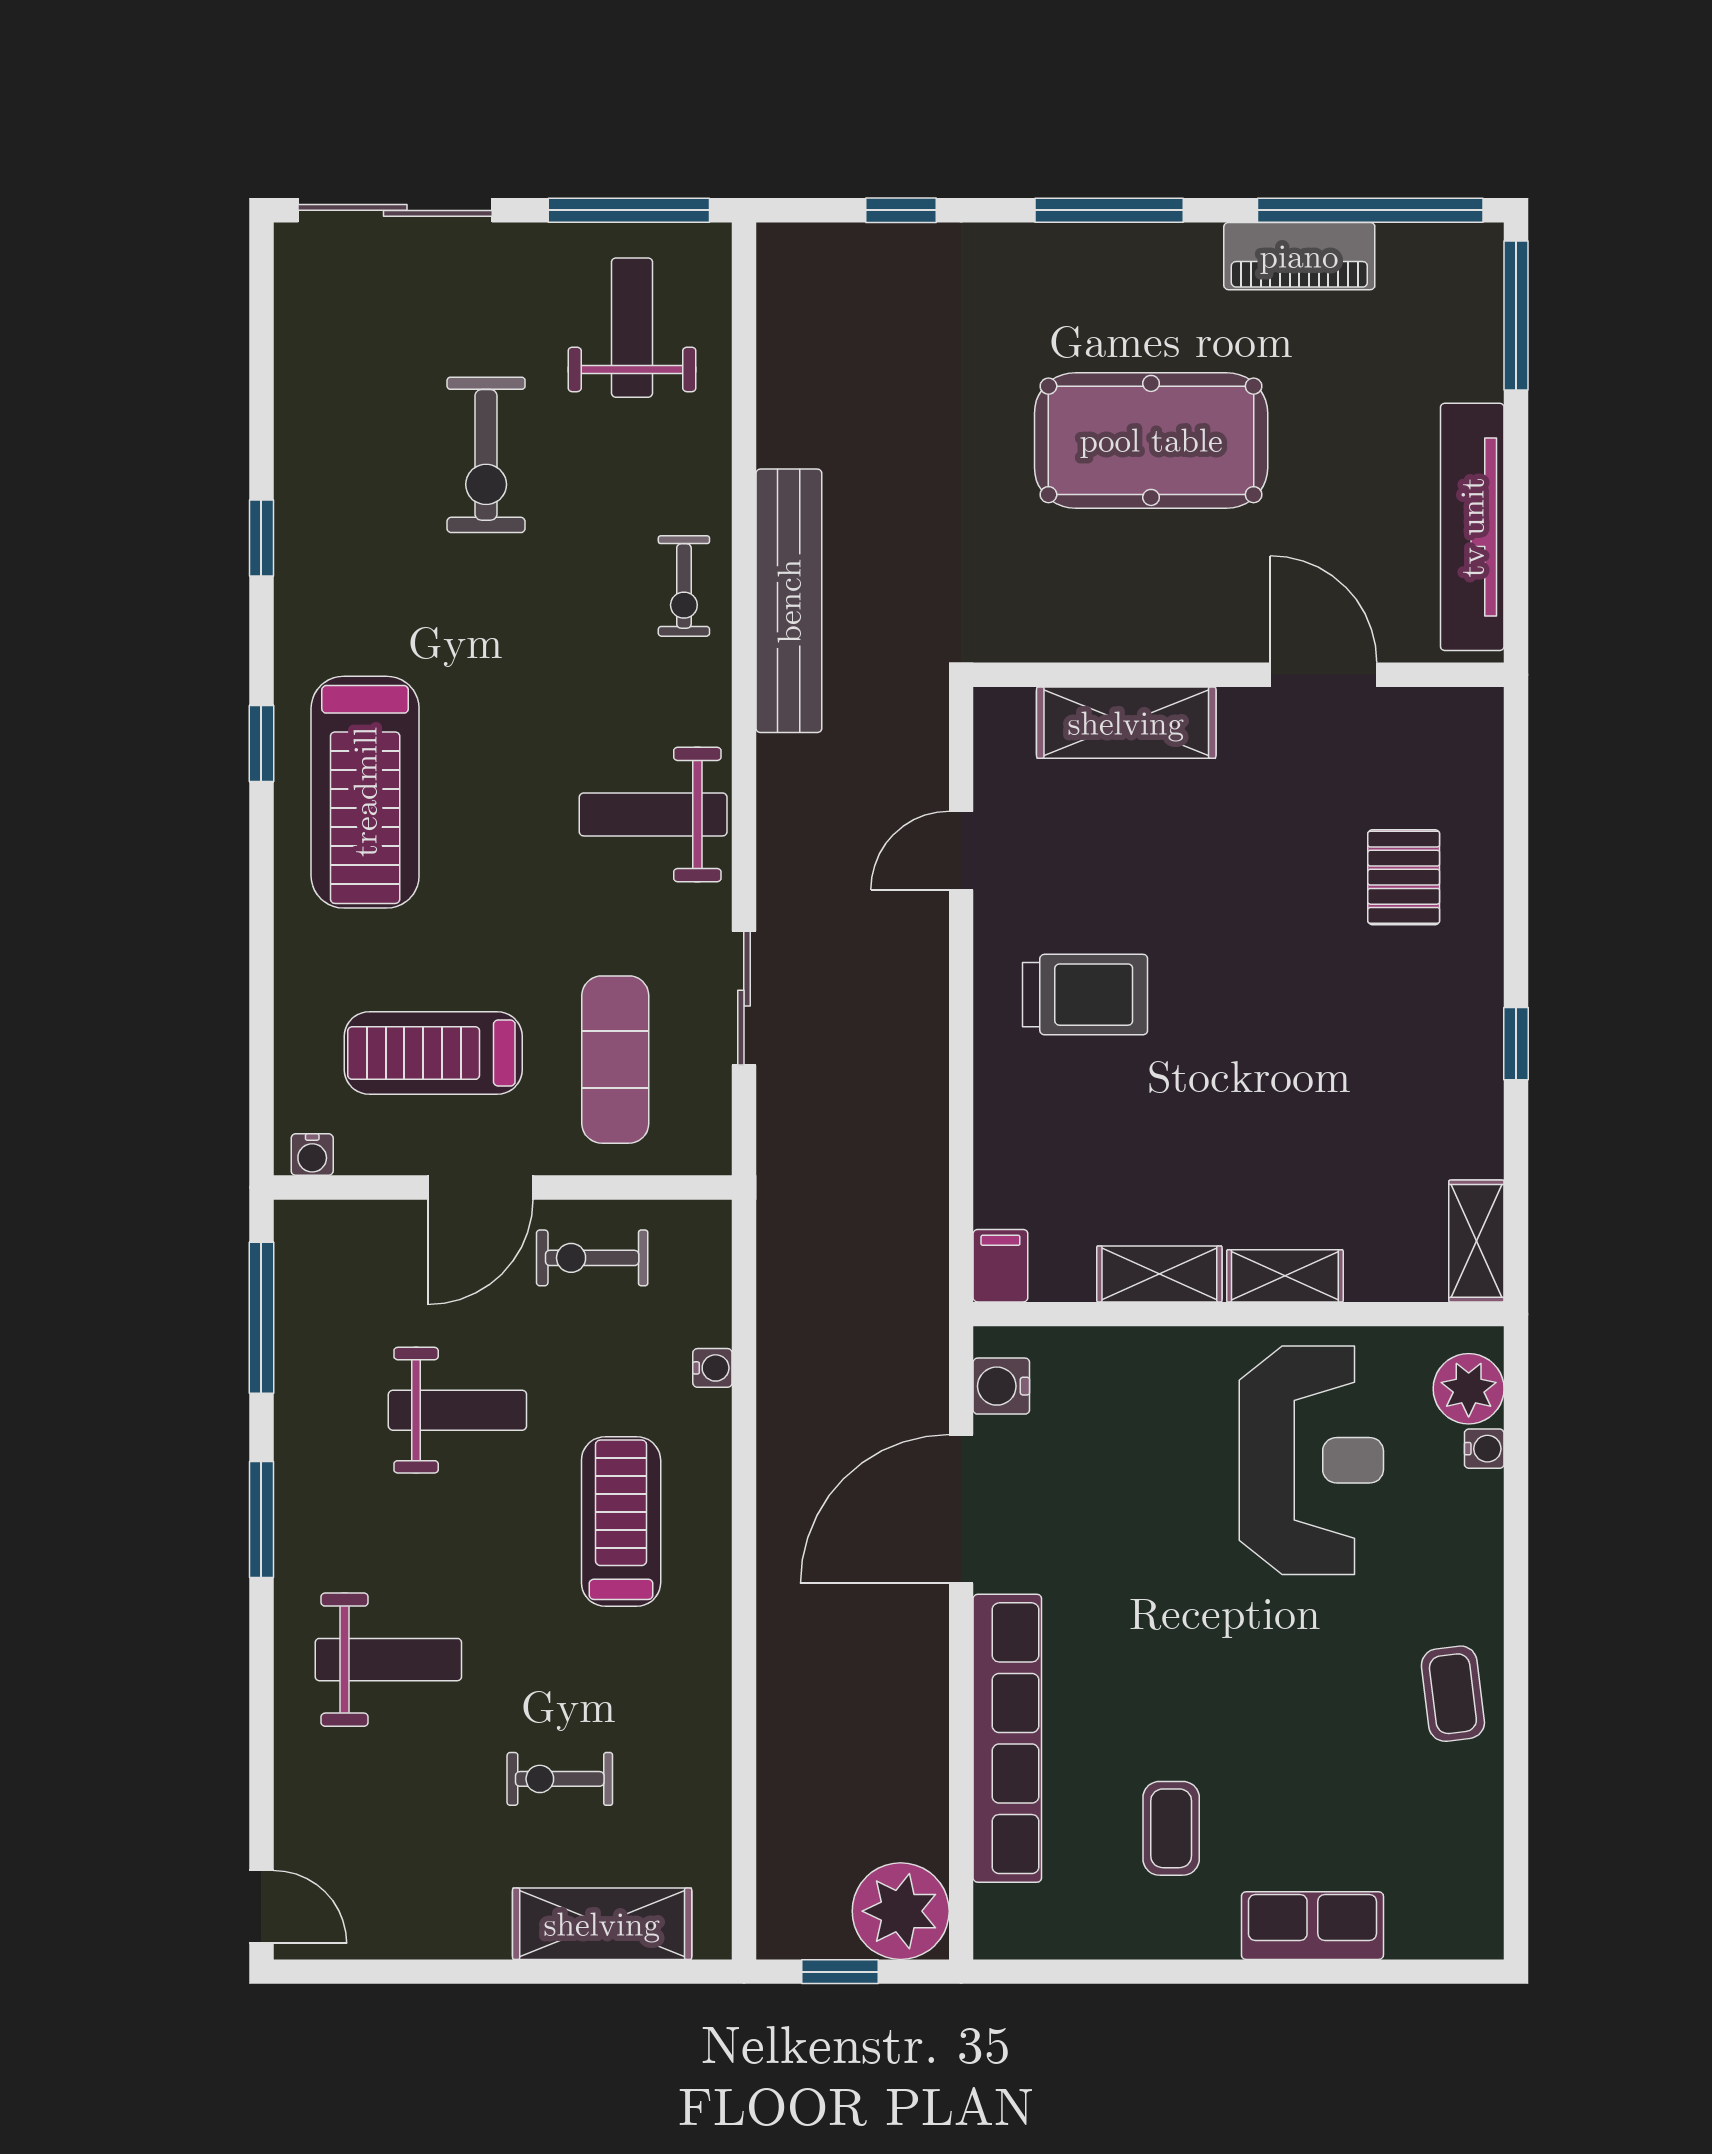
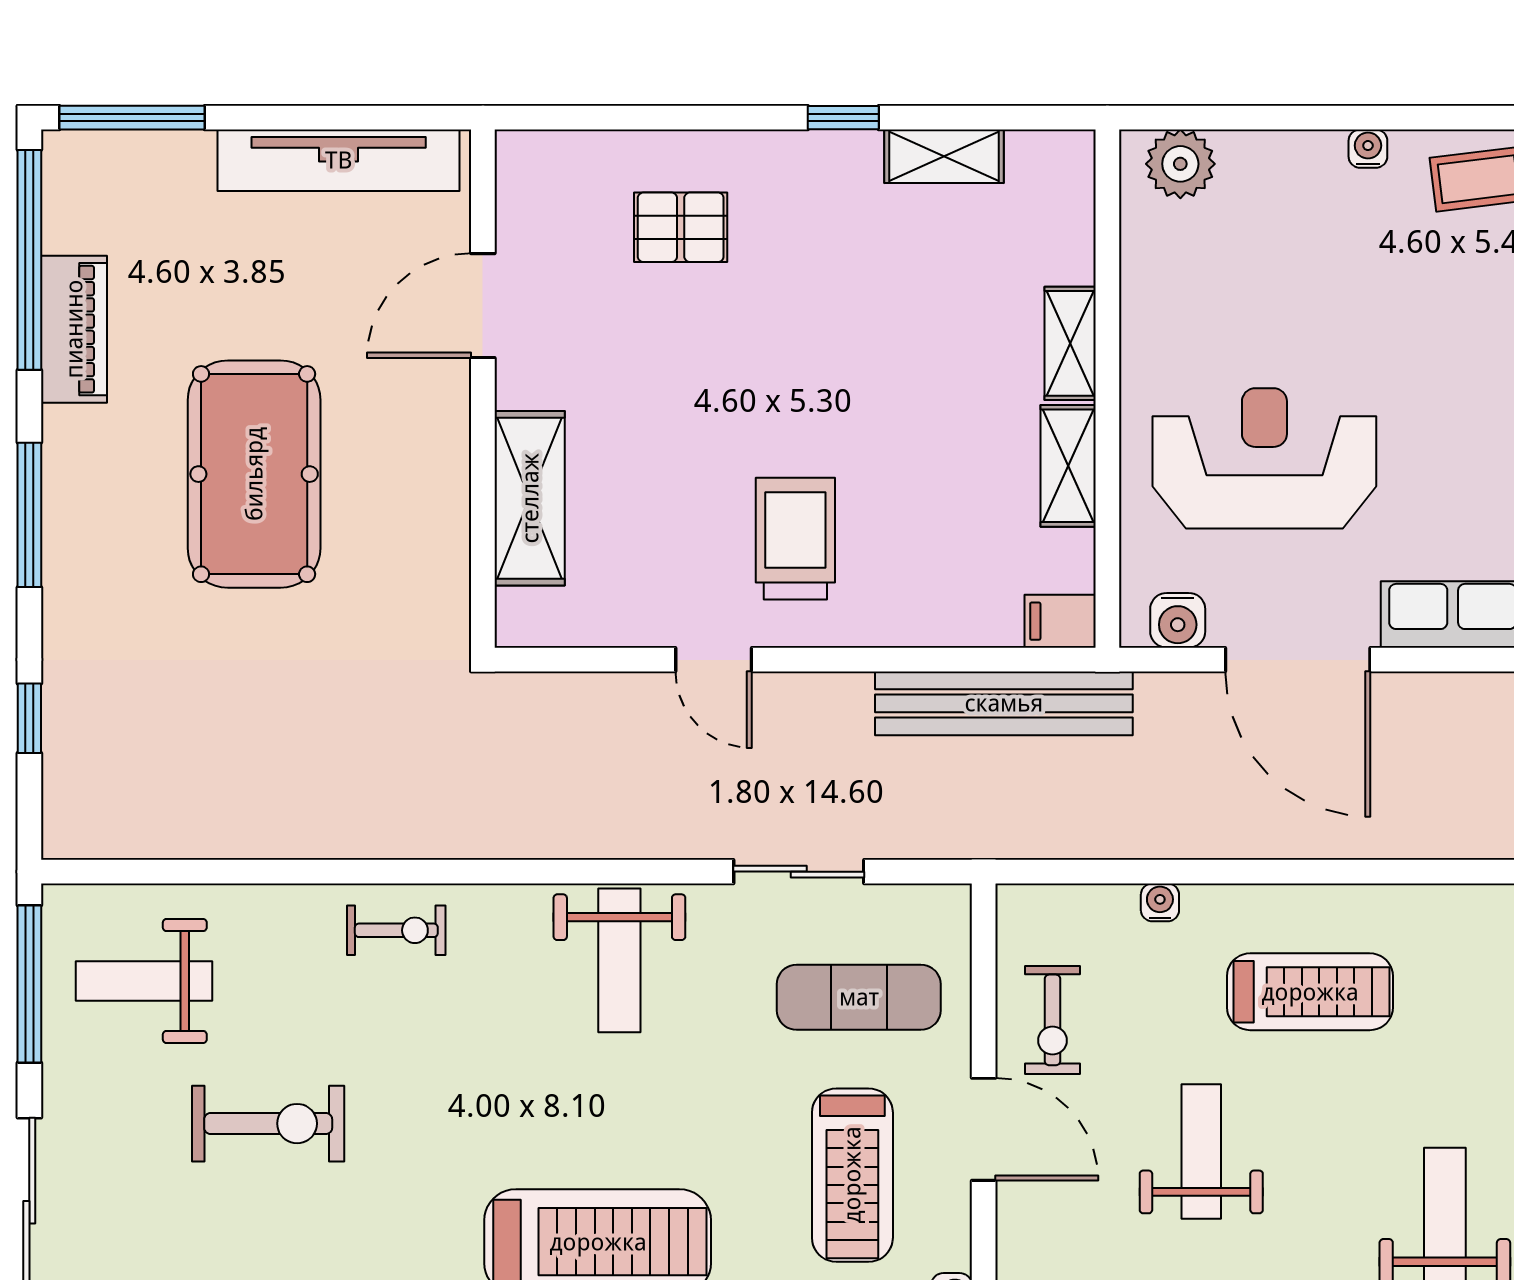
bench: (789, 601) -> (1004, 703), moved
door: (961, 851) -> (714, 660), moved
shelving: (1476, 1241) -> (944, 156), moved
water cooler: (1484, 1449) -> (1368, 149), moved
reception desk: (1311, 1460) -> (1264, 458), moved
treadmill: (621, 1521) -> (1310, 992), turned 180

